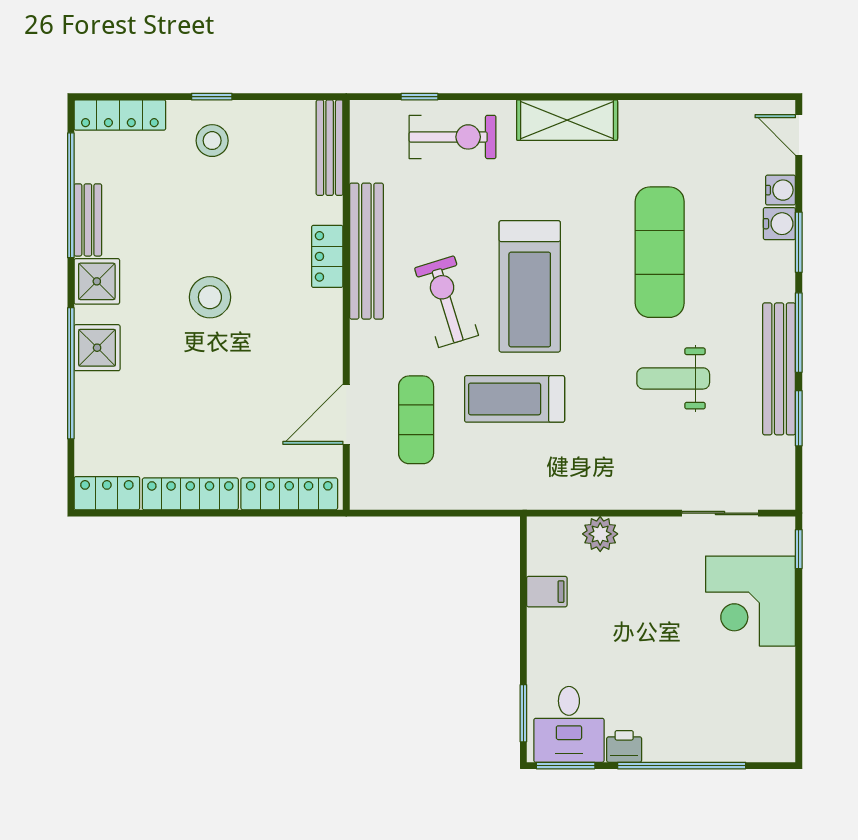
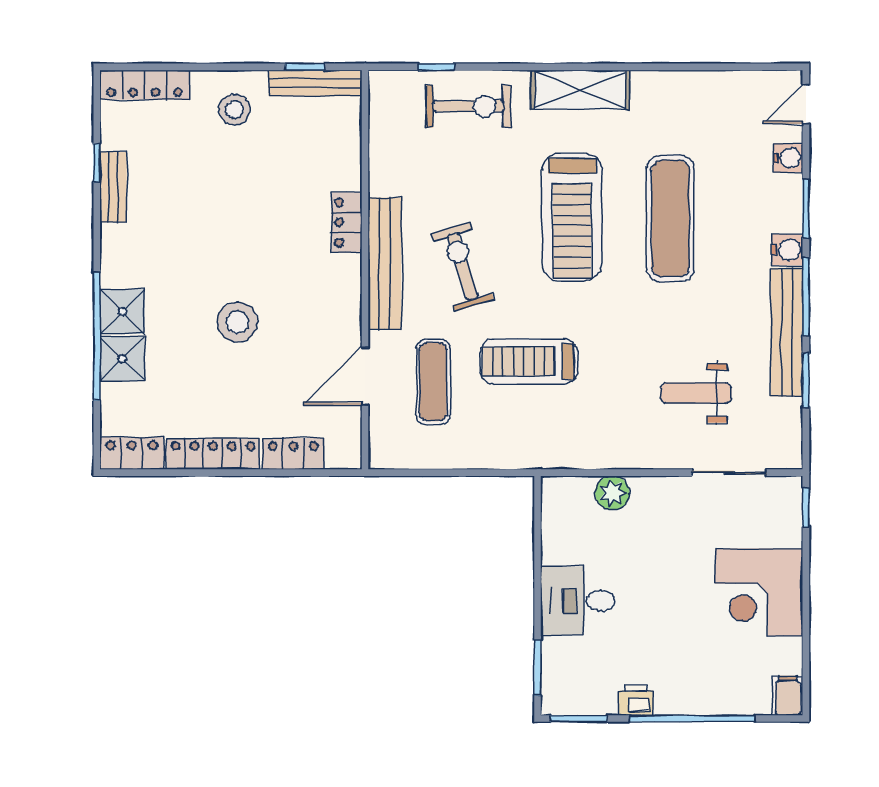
window: (212, 97) -> (305, 67), moved
door: (799, 135) -> (806, 104), hinge flipped
bench: (330, 148) -> (315, 83), moved, turned 90
window: (71, 195) -> (97, 163), width x0.32
water cooler: (779, 224) -> (787, 250), moved
bench: (366, 251) -> (385, 264), moved
shower: (97, 281) -> (122, 359), moved
treadmill: (530, 286) -> (572, 217), moved
stool: (210, 297) -> (237, 322), moved
weight bench: (673, 378) -> (696, 393), moved
locker: (289, 494) -> (293, 454), width x0.66
filing cabinet: (547, 592) -> (788, 696), moved, turned -90
corner desk: (751, 601) -> (759, 592), moved
desk: (569, 724) -> (578, 601), moved, turned 90

